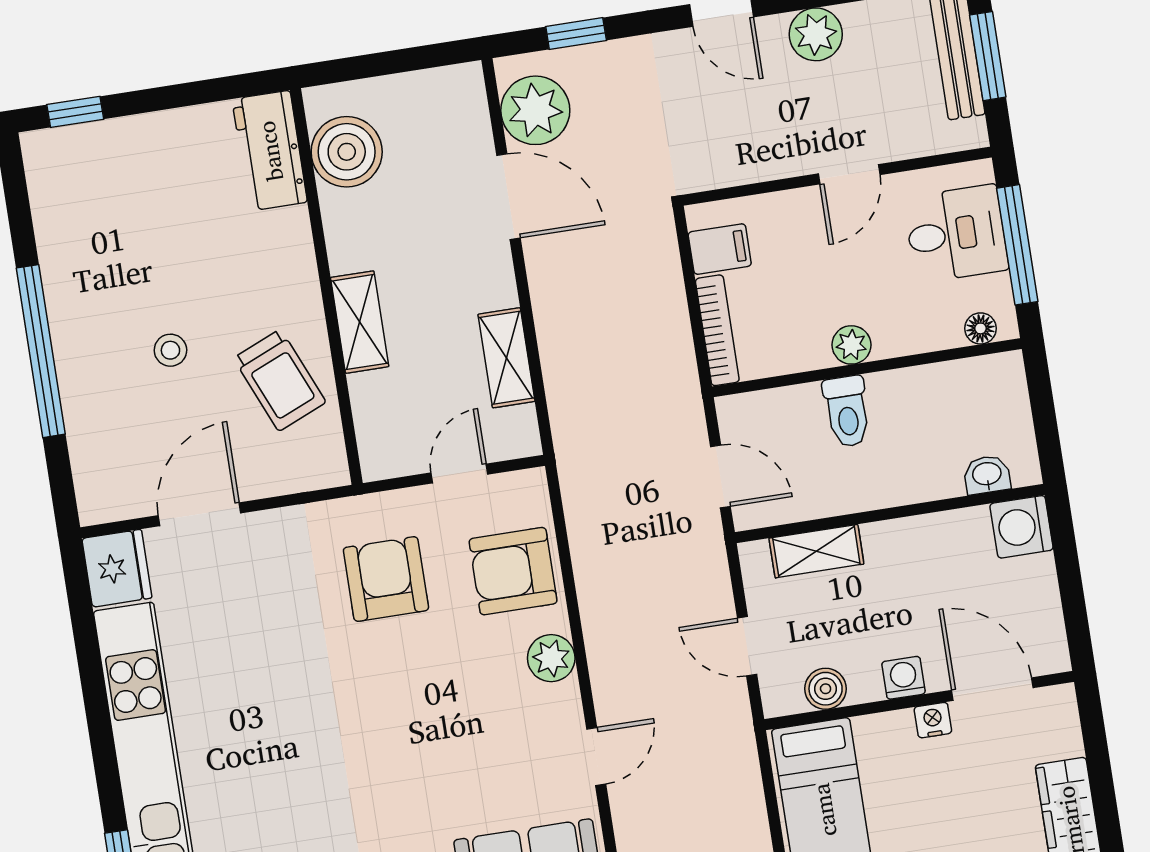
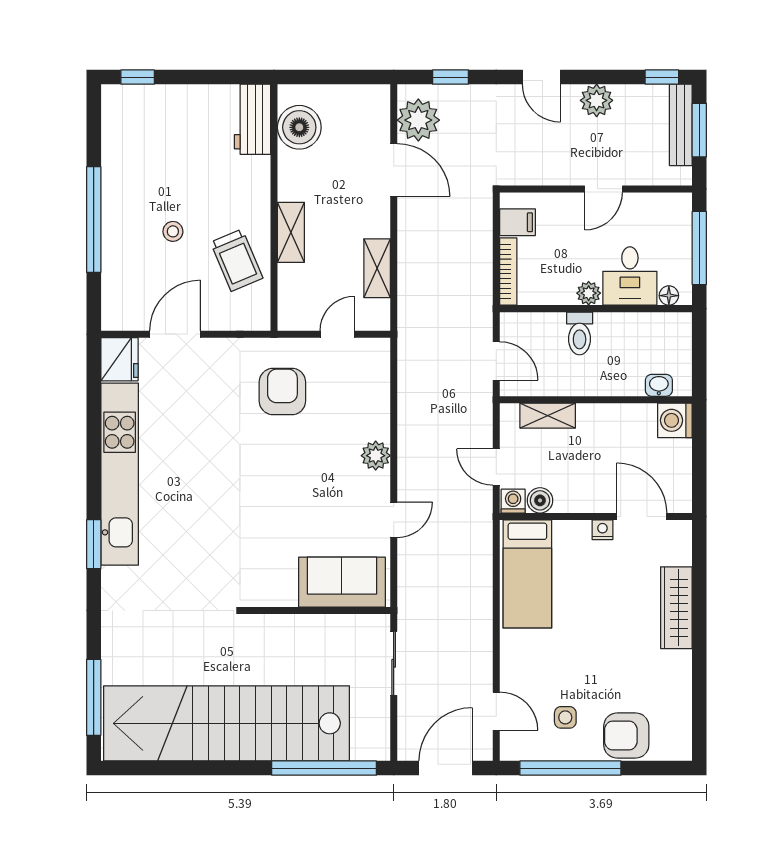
desk: (956, 234) -> (630, 276), moved, turned 90
armchair: (513, 571) -> (361, 399), removed
washing machine: (904, 678) -> (513, 501), moved

